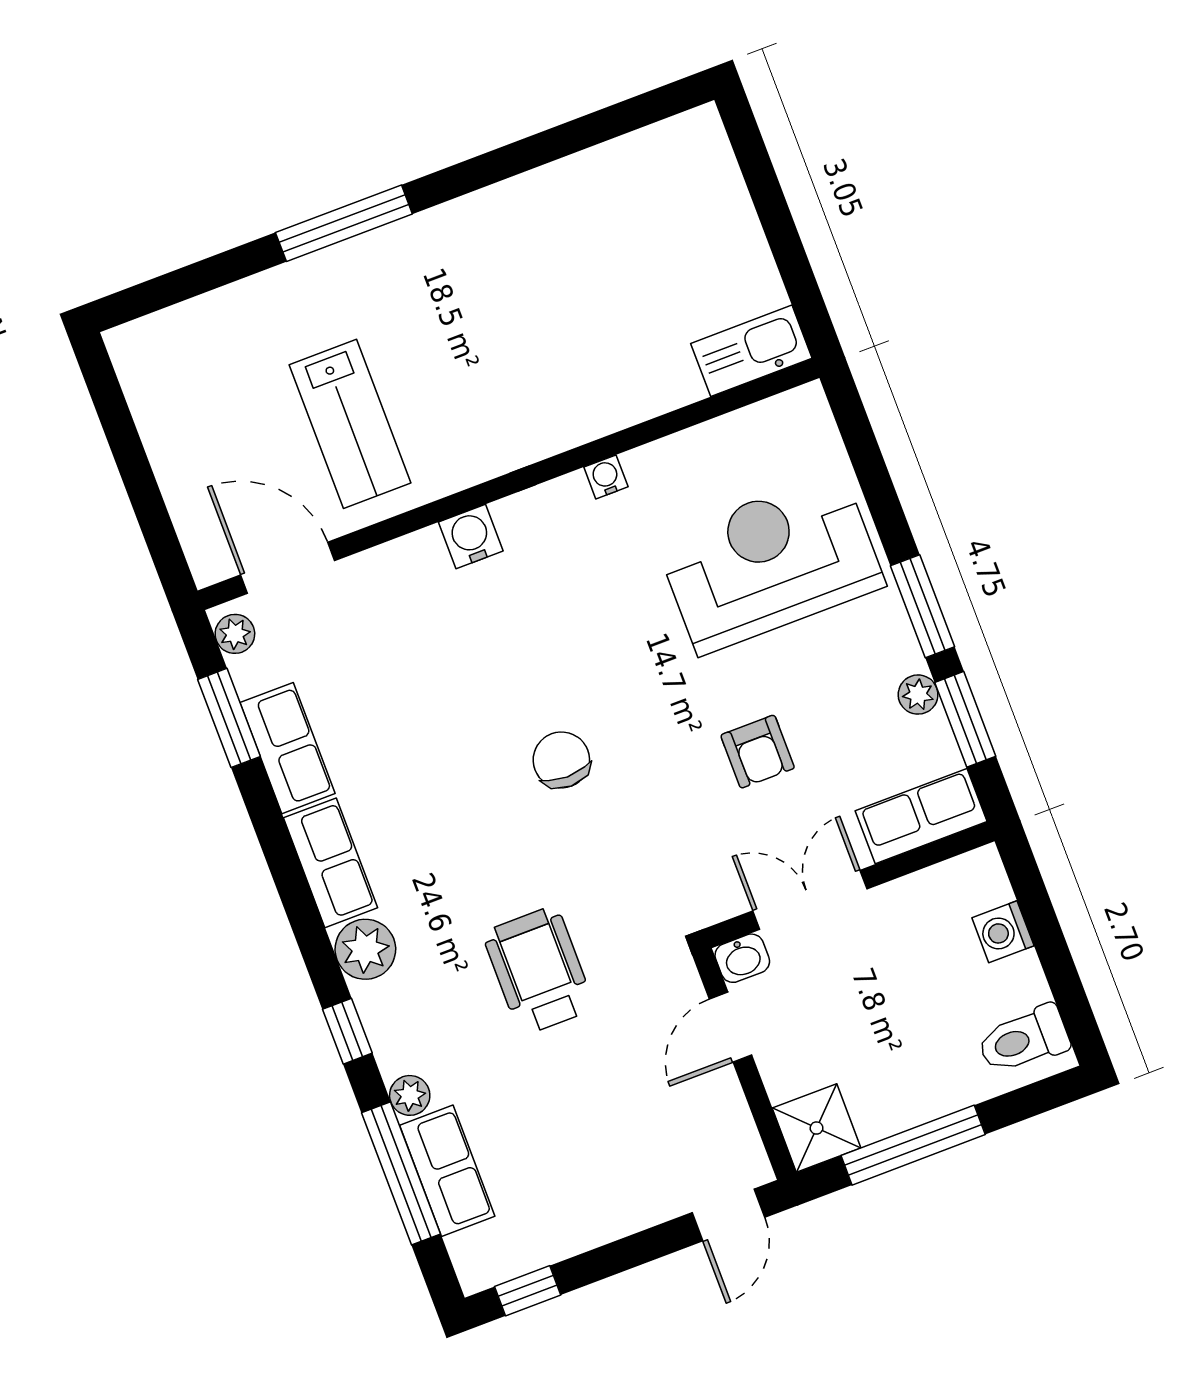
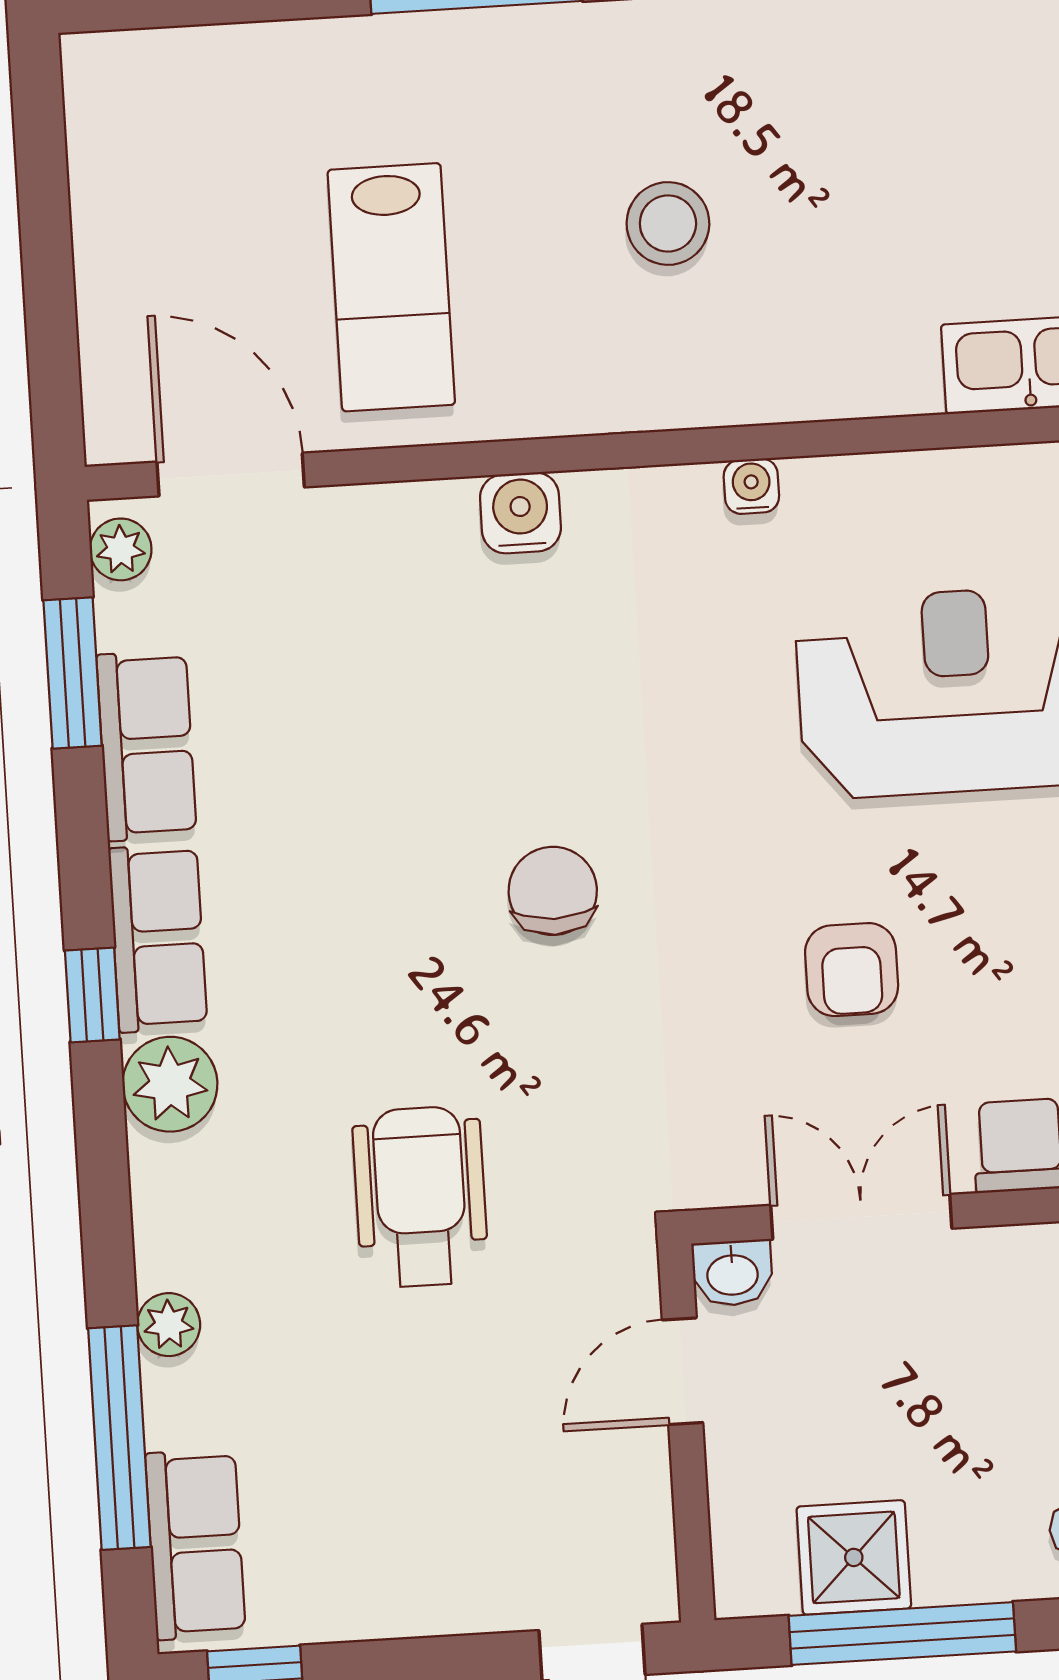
stool: (506, 333) -> (668, 223), added
window: (347, 1031) -> (92, 995), moved
shower: (817, 1128) -> (854, 1557), moved
row of seats: (447, 1171) -> (195, 1544), moved

